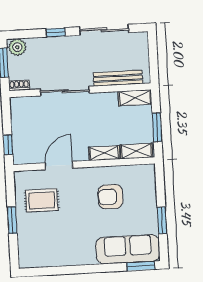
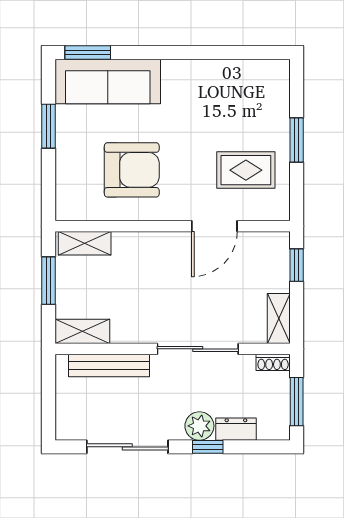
dresser: (39, 44) -> (236, 429), added
plant: (17, 47) -> (199, 426), moved
shelving: (104, 153) -> (279, 319), moved, turned 90
armchair: (110, 197) -> (132, 170), width x1.36, depth x1.36

